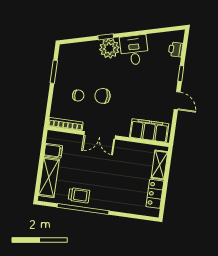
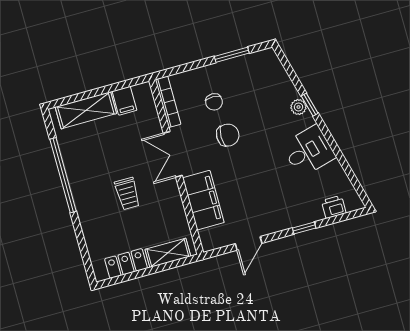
plant: (109, 48) -> (298, 107), width x0.53, depth x0.53
chair: (103, 96) -> (228, 135), turned 90
door: (177, 101) -> (249, 243), moved
filing cabinet: (149, 130) -> (203, 200), moved
trolley: (79, 195) -> (127, 194), moved

